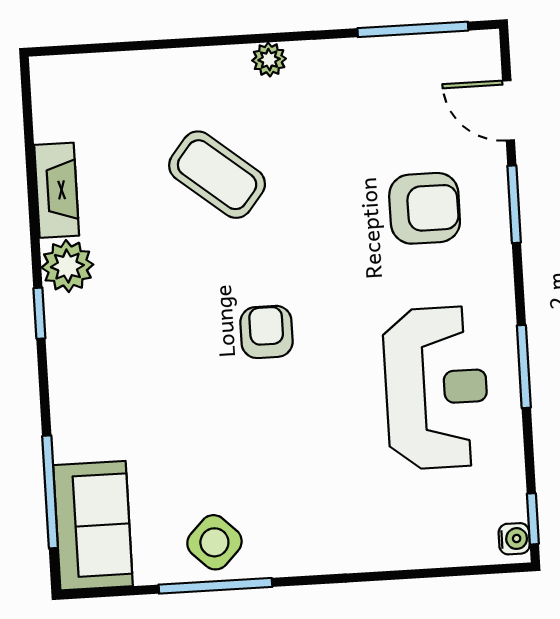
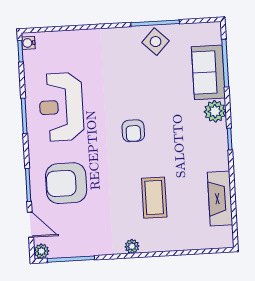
plant: (482, 48) -> (41, 251), added
coffee table: (217, 175) -> (154, 198), turned 51
fireplace: (57, 190) -> (220, 198), width x1.37, depth x1.32
armchair: (425, 208) -> (66, 183), width x1.36, depth x1.36
plant: (67, 266) -> (215, 111), moved
sofa: (93, 526) -> (208, 72), moved

